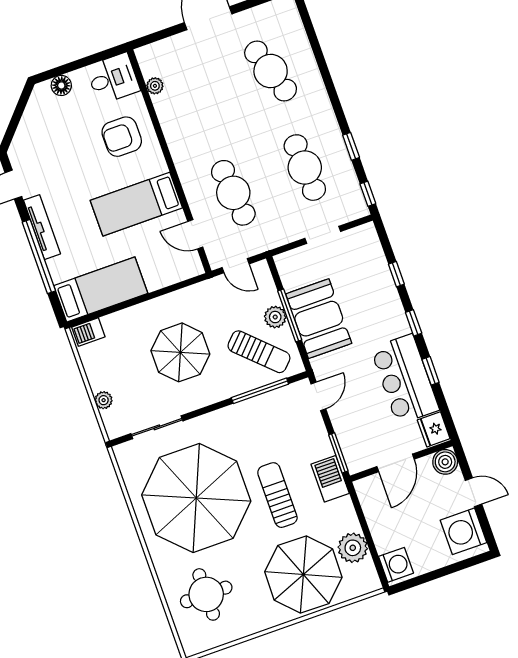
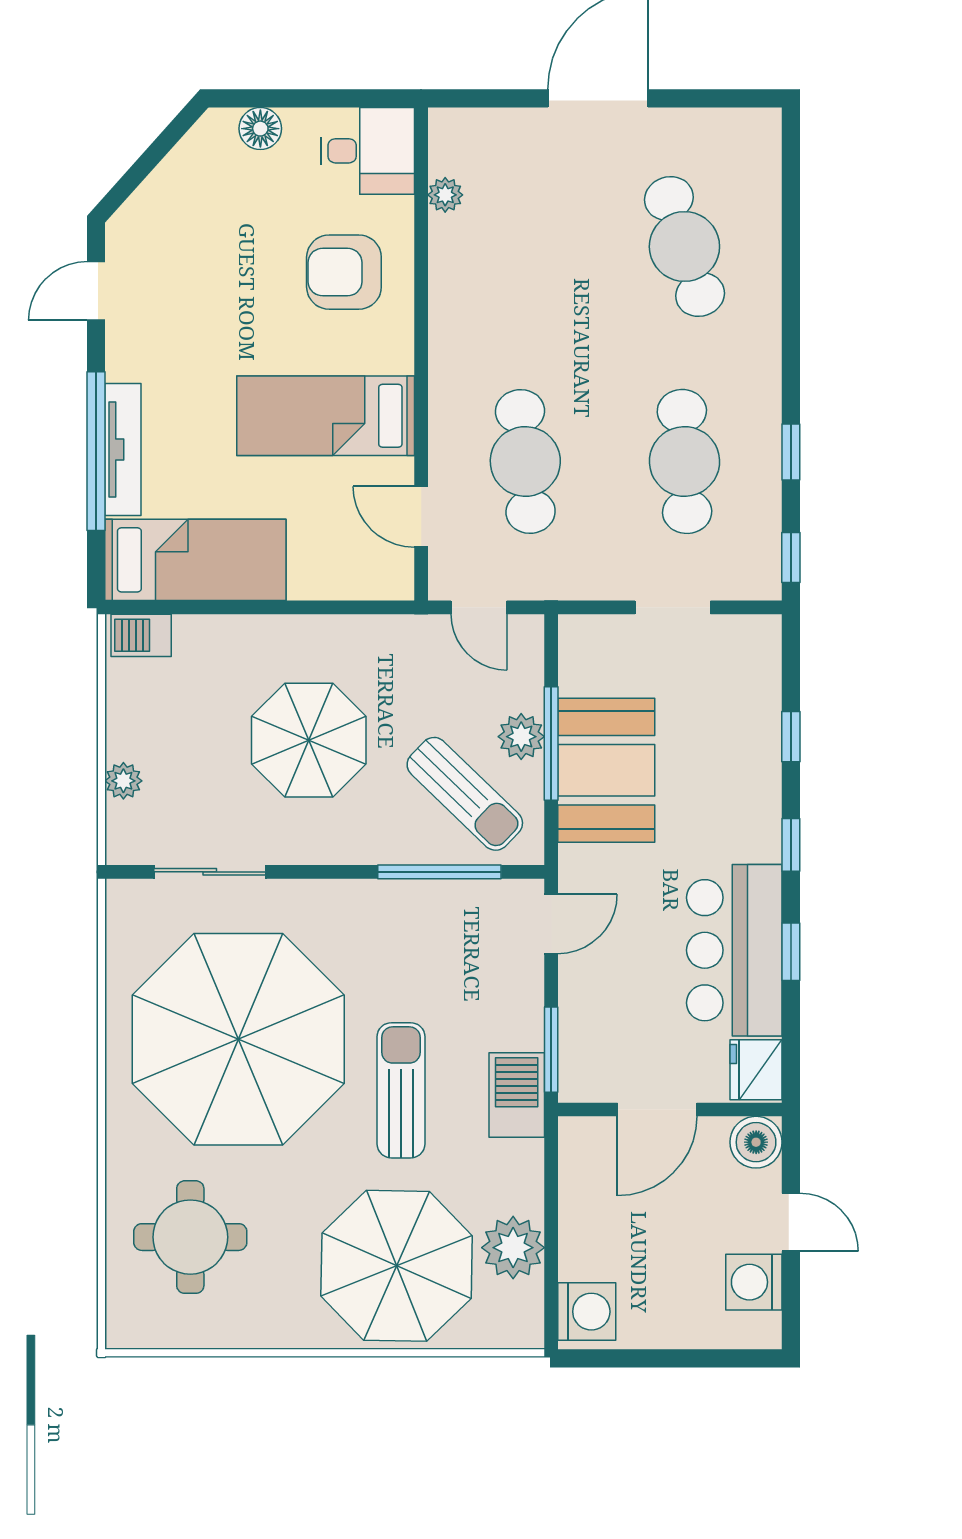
tv unit: (42, 227) -> (123, 449), moved
washing machine: (463, 531) -> (754, 1282), width x0.73, depth x0.73

